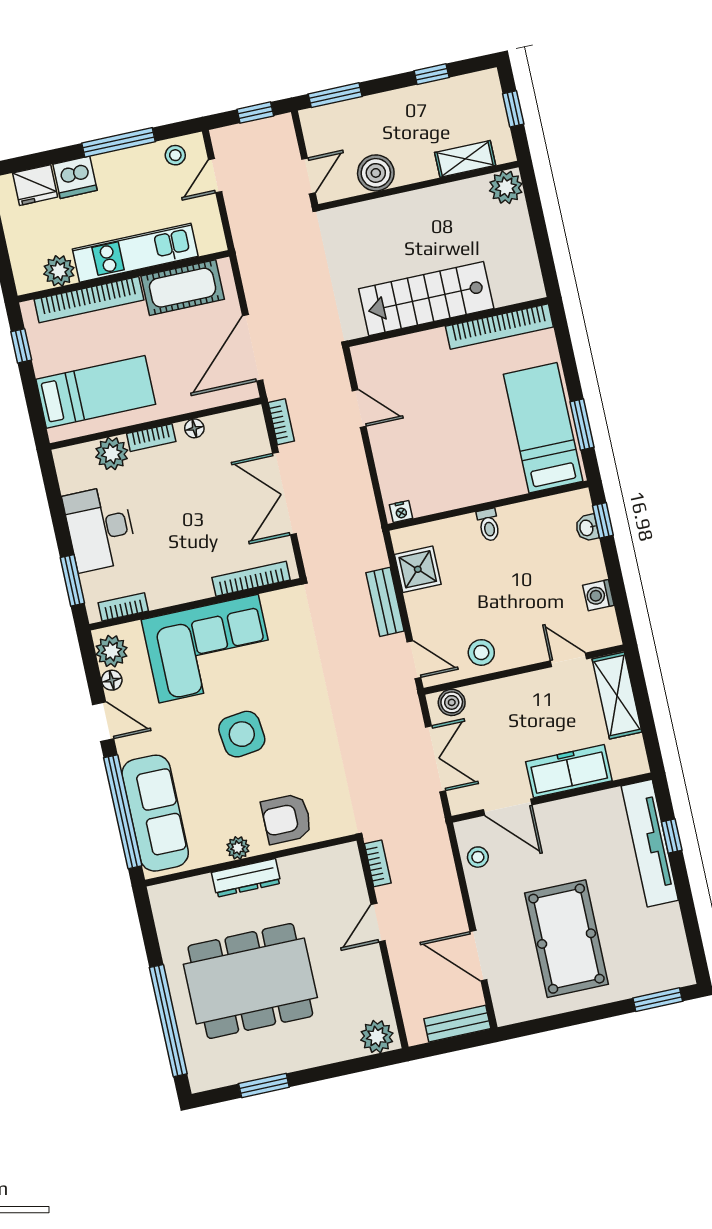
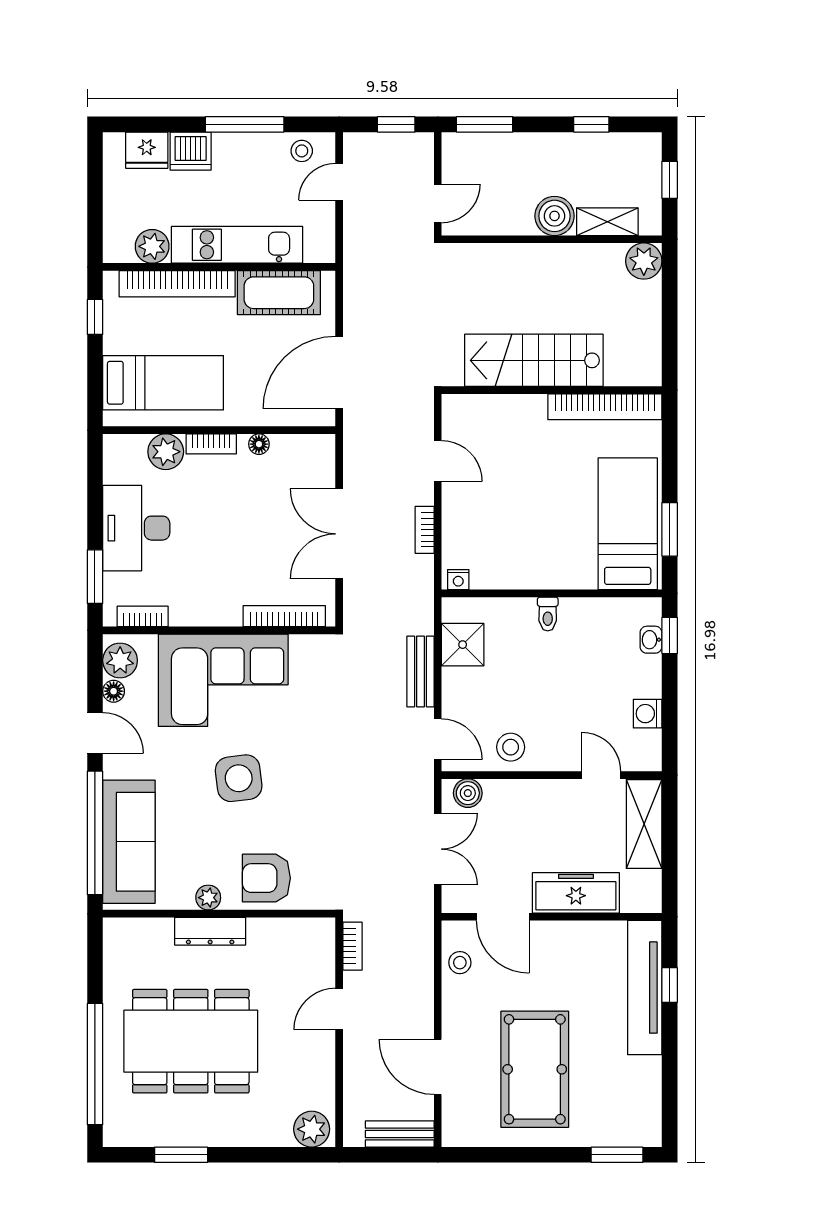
boiler: (376, 173) -> (554, 216), moved
bookcase: (281, 422) -> (425, 530), moved, turned 180

